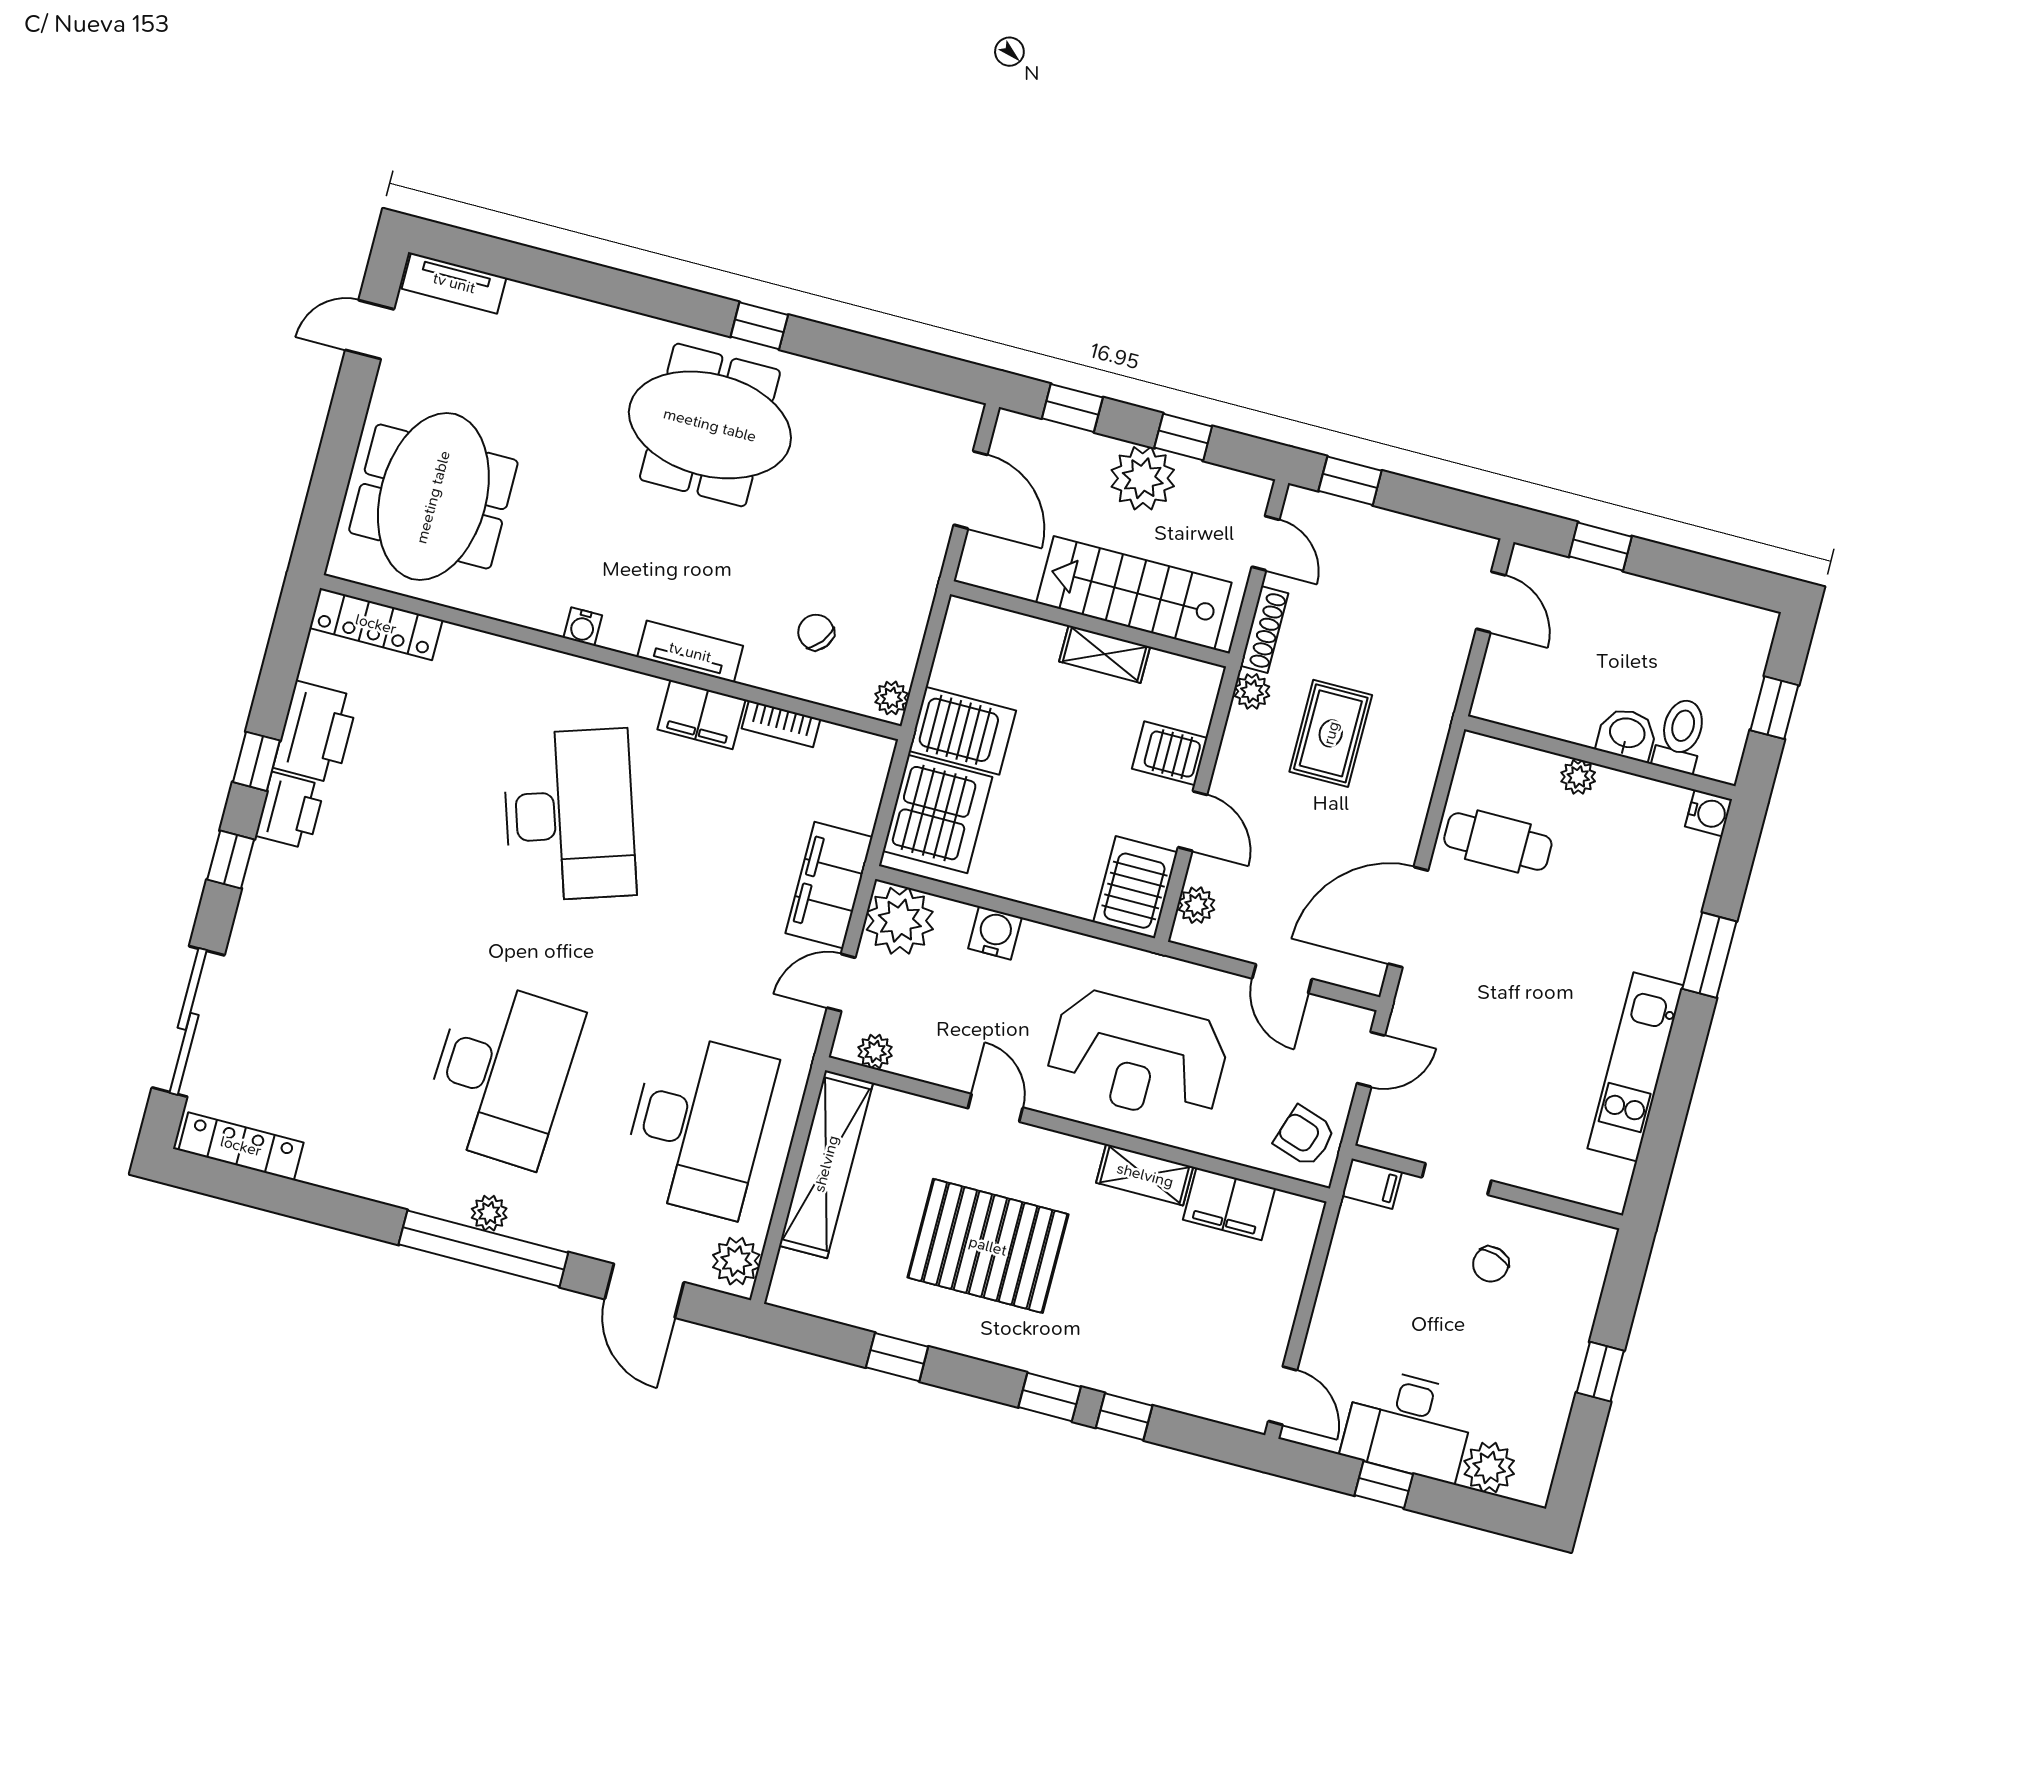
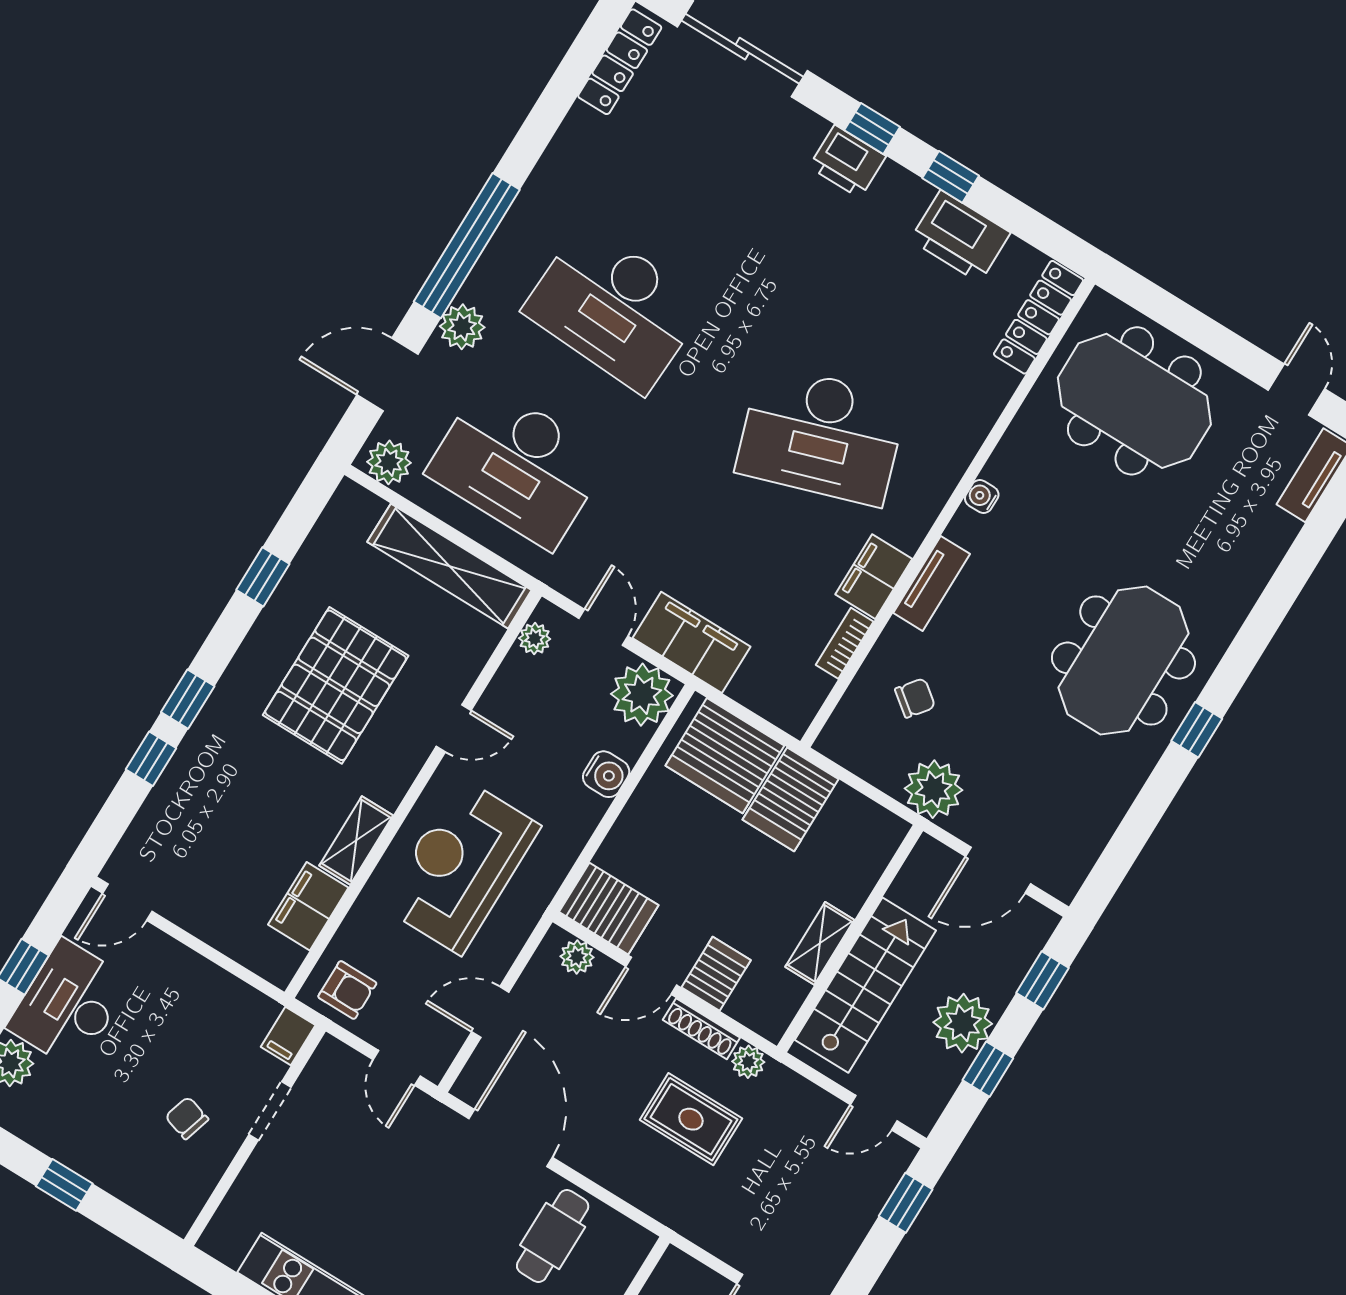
shoe rack: (1264, 630) -> (701, 1029), moved
plant: (891, 698) -> (934, 789), moved, width x1.88, depth x1.88
printer: (290, 811) -> (847, 162), moved
armchair: (1305, 1136) -> (347, 990), turned 72
plant: (489, 1213) -> (462, 327), moved, width x1.38, depth x1.38

